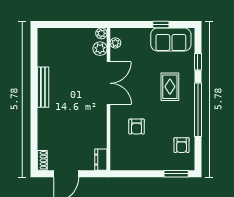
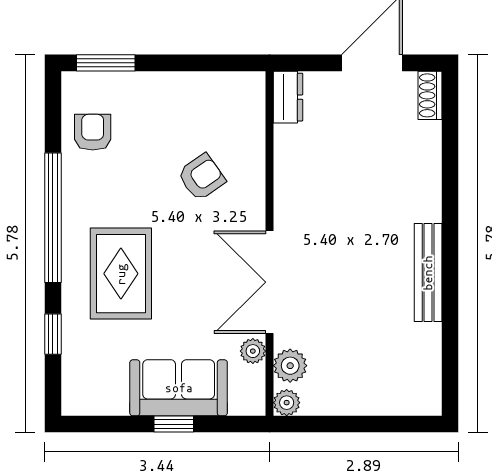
window: (161, 25) -> (174, 424), moved
sofa: (171, 39) -> (179, 388), moved
plant: (115, 43) -> (253, 351), moved
rug: (170, 87) -> (121, 274), width x1.36, depth x1.43
armchair: (137, 127) -> (201, 177), turned 55

